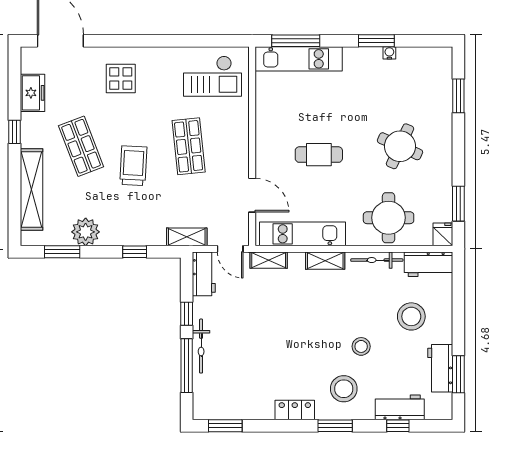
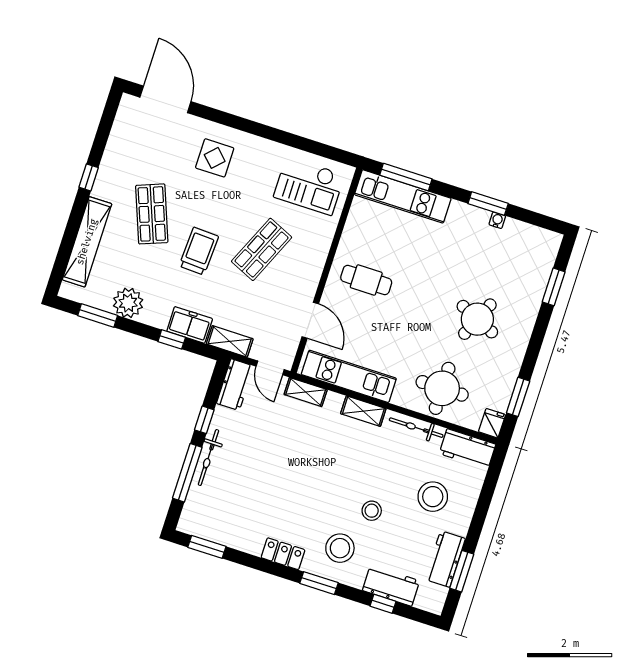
freezer: (33, 93) -> (190, 325), moved, turned -90
shop shelf: (189, 146) -> (262, 249), turned 30
cafe table: (319, 155) -> (366, 280), moved

